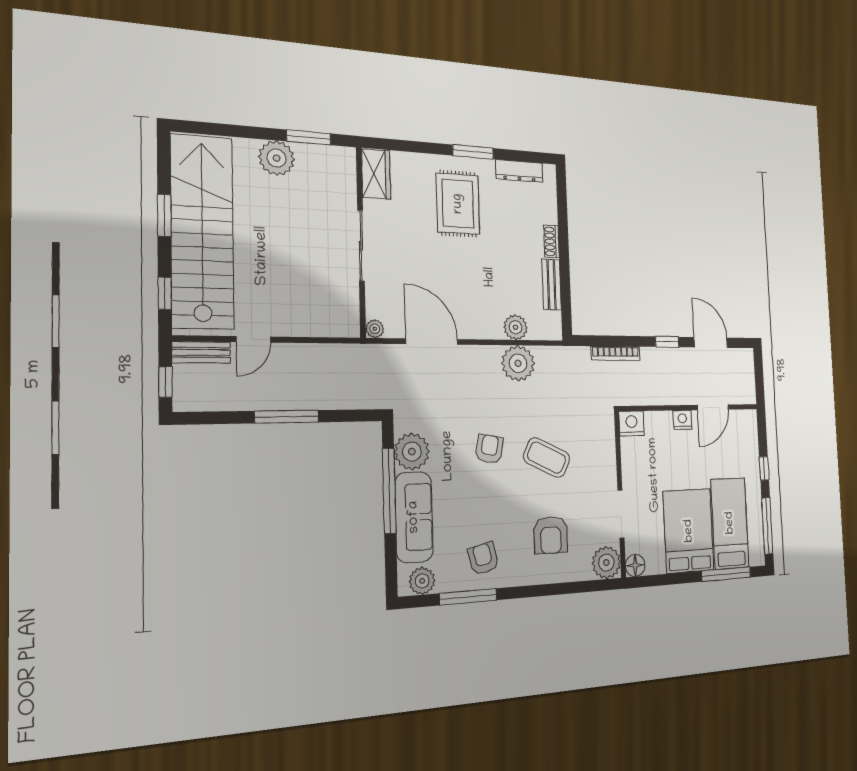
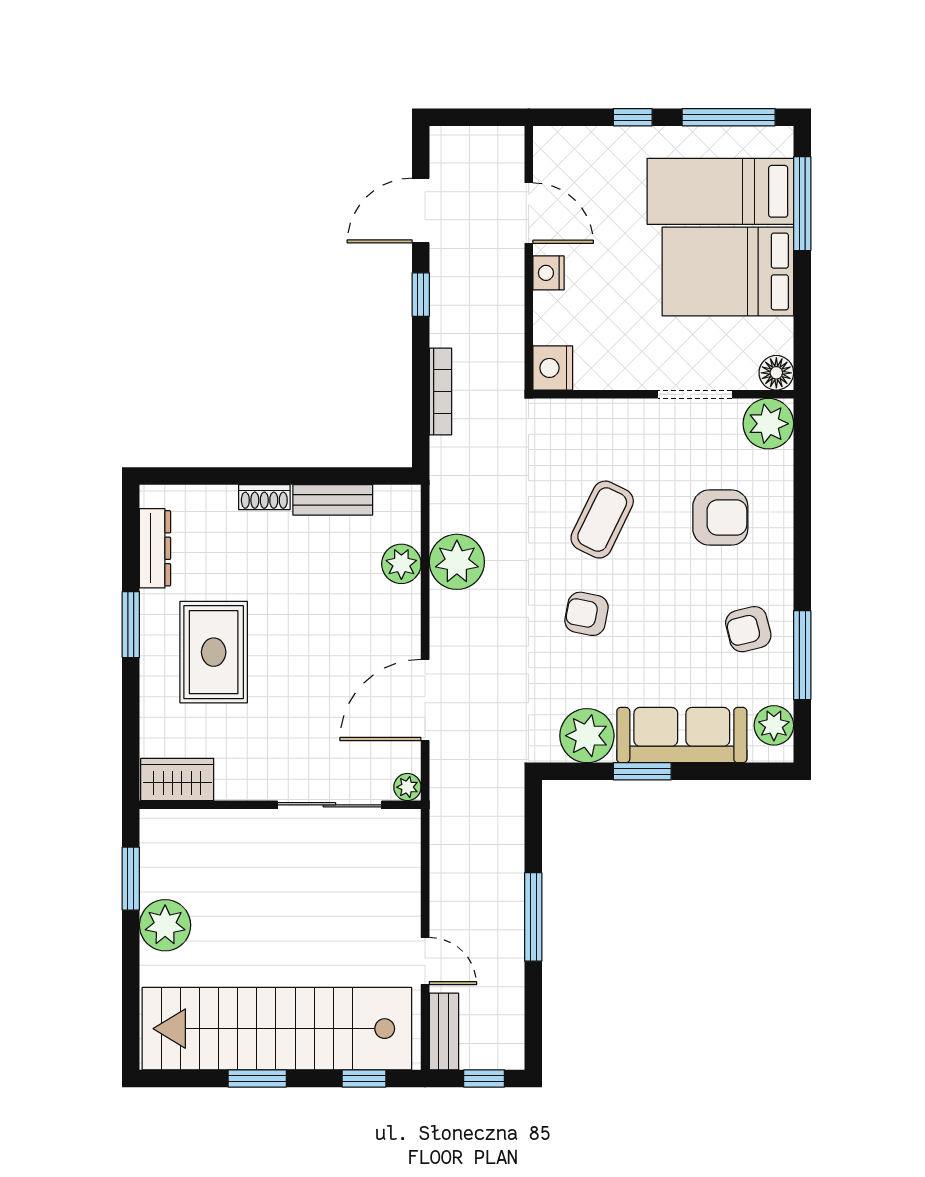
rug: (458, 204) -> (214, 652), turned 90
sliding door: (361, 246) -> (329, 805), moved
window: (389, 491) -> (642, 771), width x0.47

